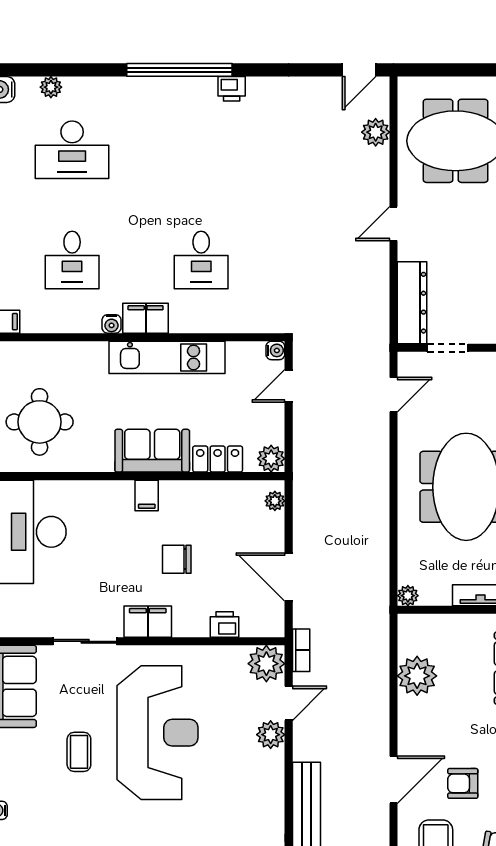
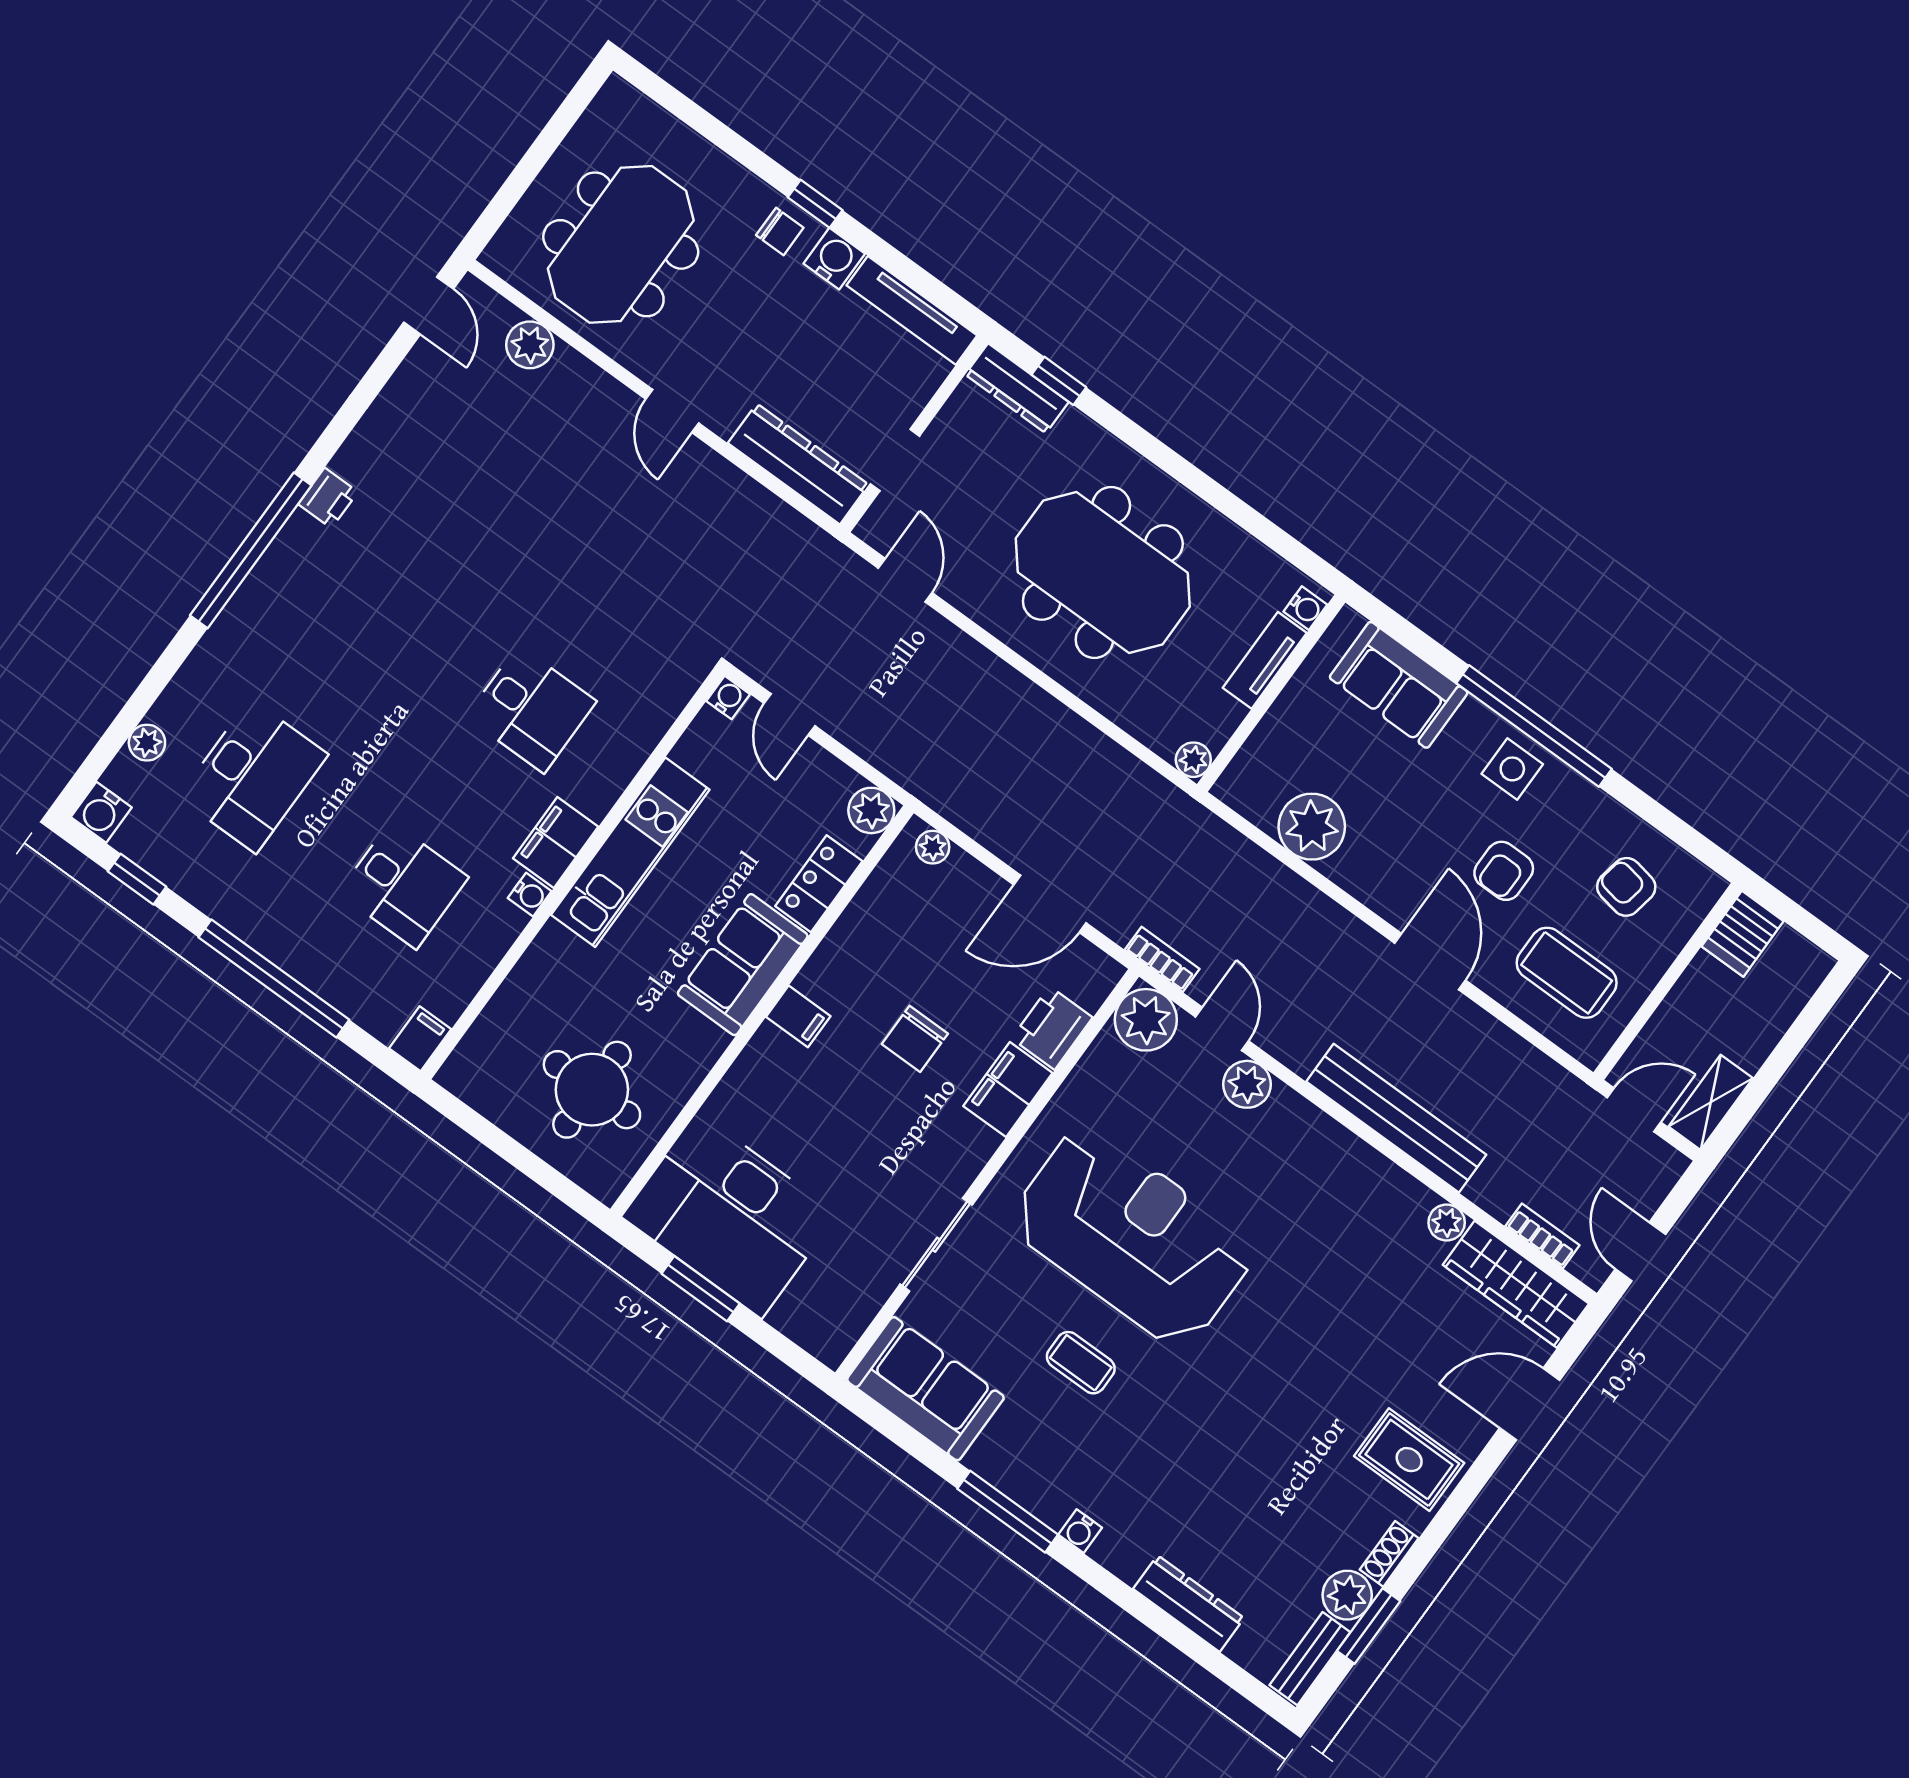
filing cabinet: (148, 622) -> (1008, 1090), moved
printer: (225, 624) -> (1052, 1028), width x1.36, depth x1.24

